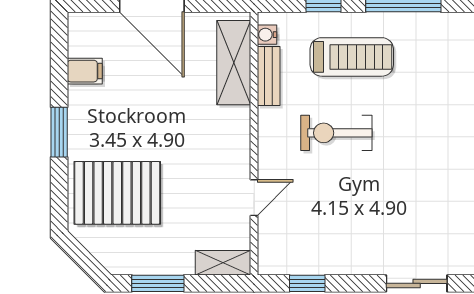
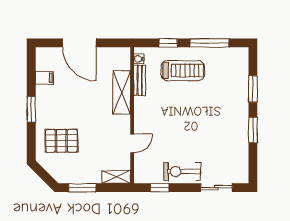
shelving: (234, 63) -> (122, 92), moved
exercise bike: (336, 133) -> (182, 172), moved
pallet: (117, 193) -> (61, 141), width x0.73, depth x0.71

